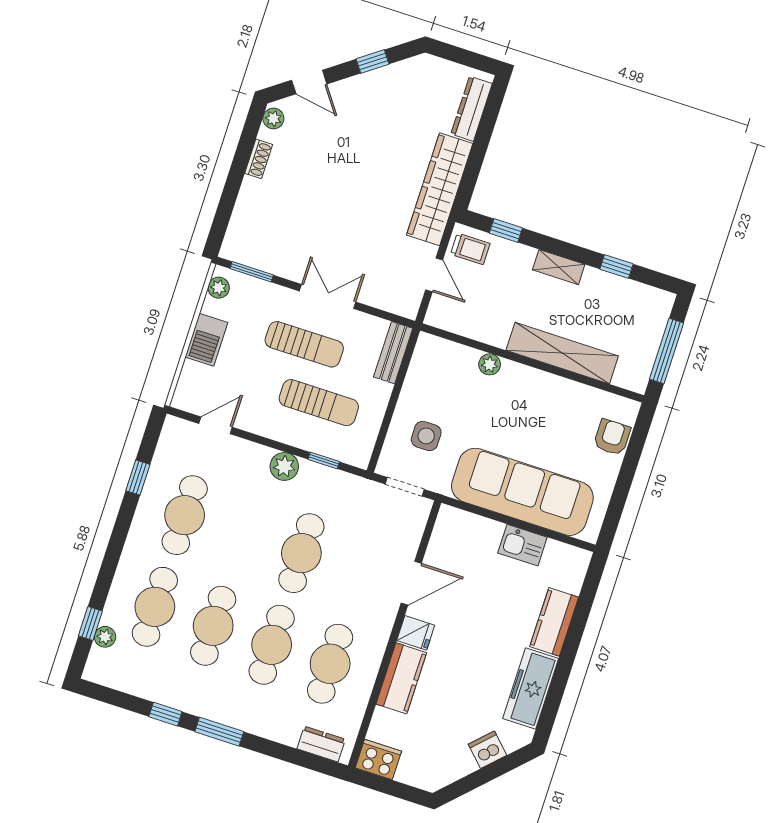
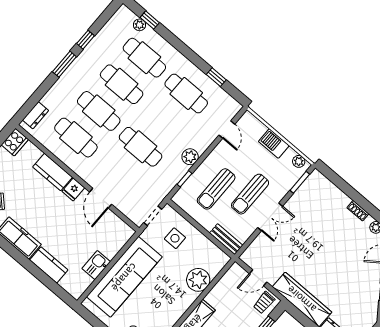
plant: (490, 364) -> (198, 280), width x1.87, depth x1.87

